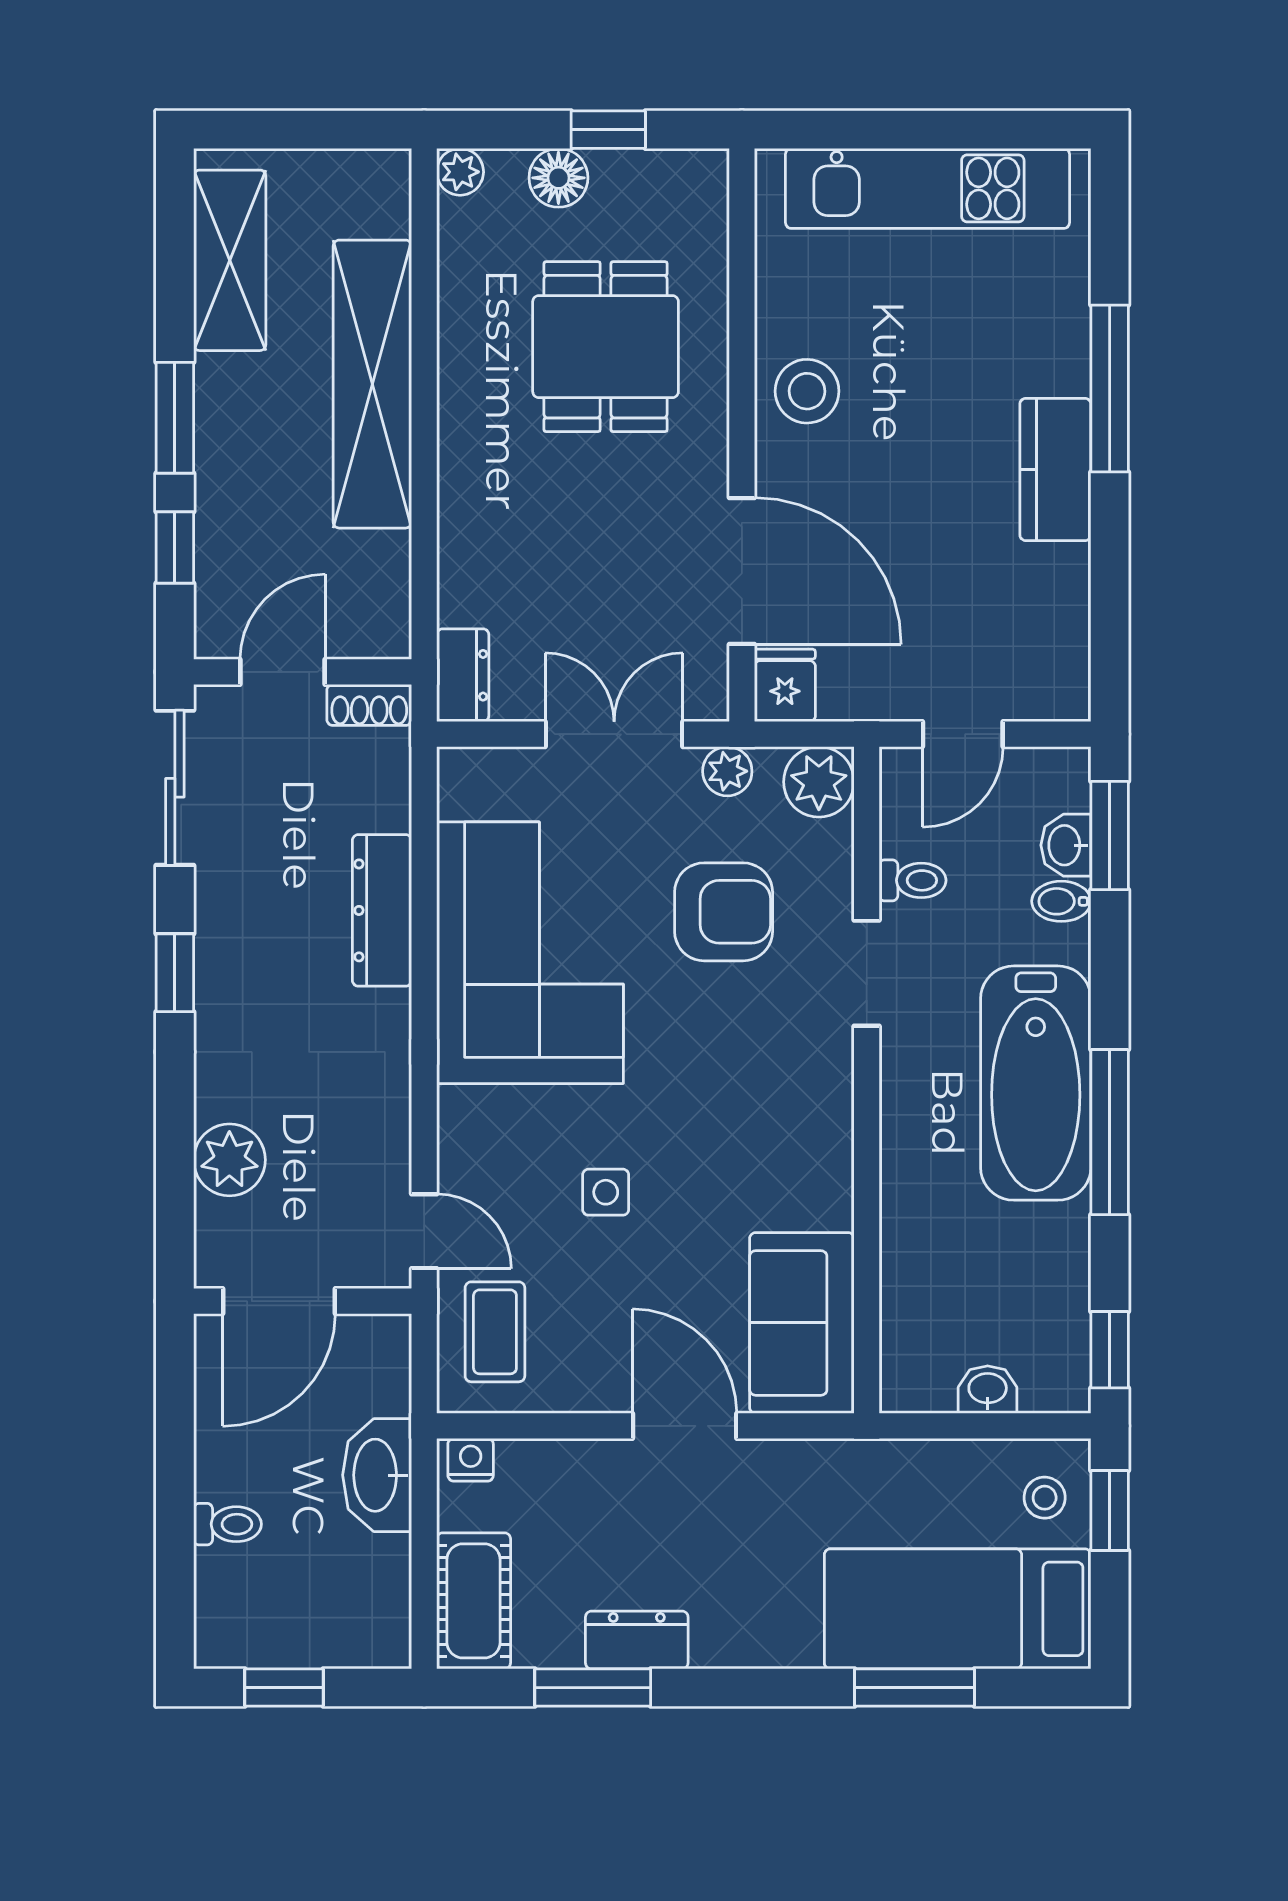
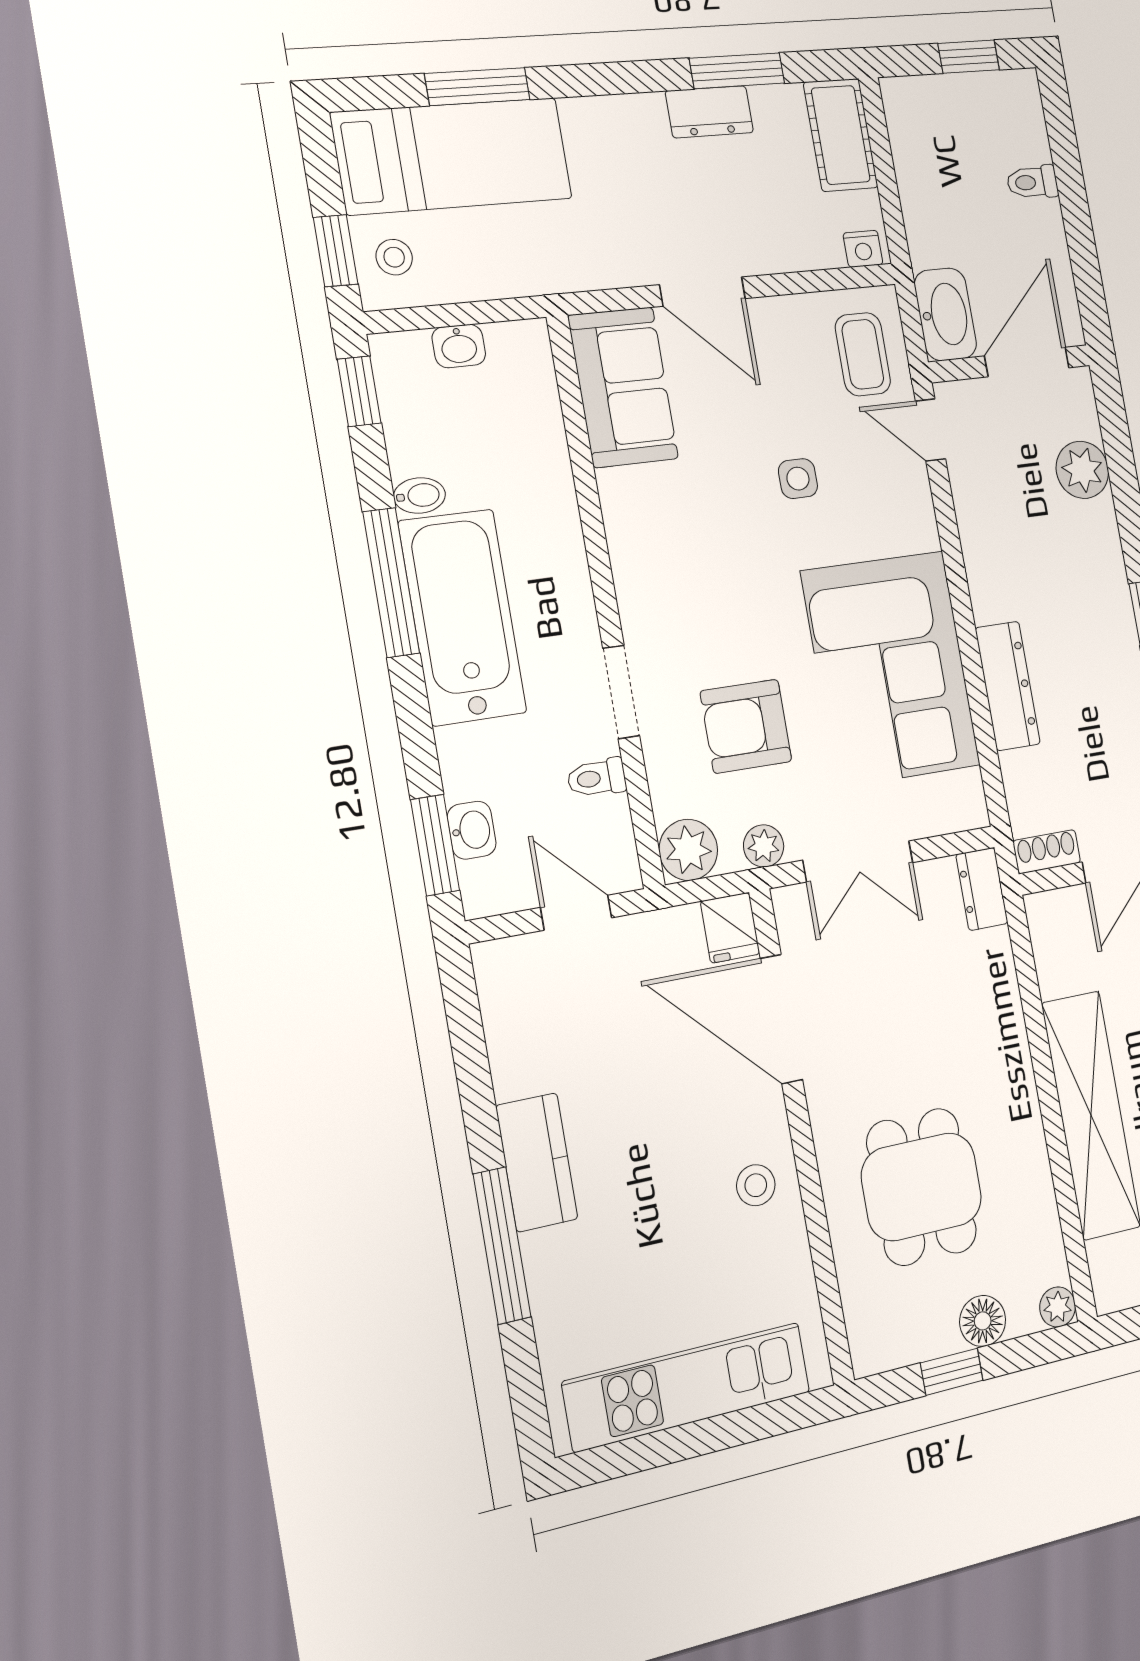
stool: (807, 391) -> (756, 1185), width x0.73, depth x0.73
door: (963, 734) -> (576, 913), hinge flipped
bidet: (1061, 901) -> (419, 495), moved
washbasin: (377, 1475) -> (945, 314), moved

